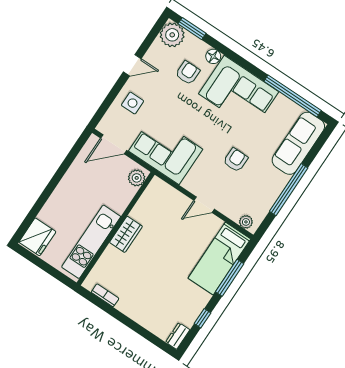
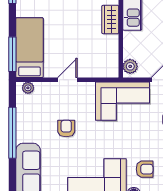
armchair: (188, 73) -> (145, 169), turned -90
armchair: (236, 160) -> (66, 128), turned 180
window: (230, 278) -> (12, 54), moved

